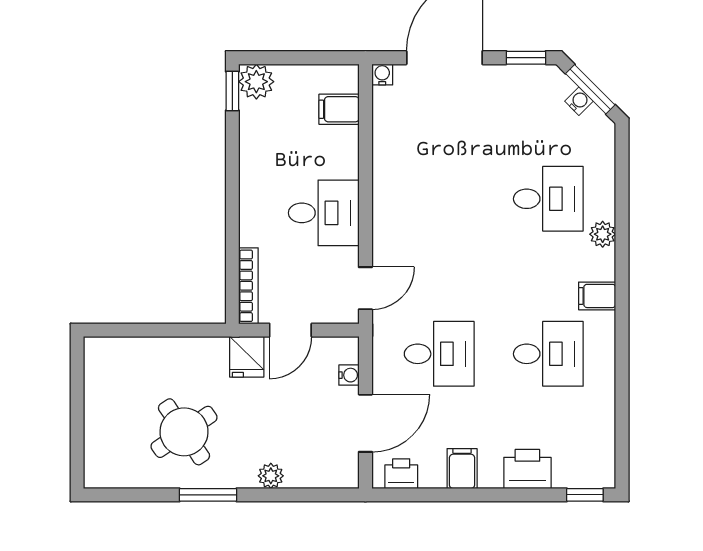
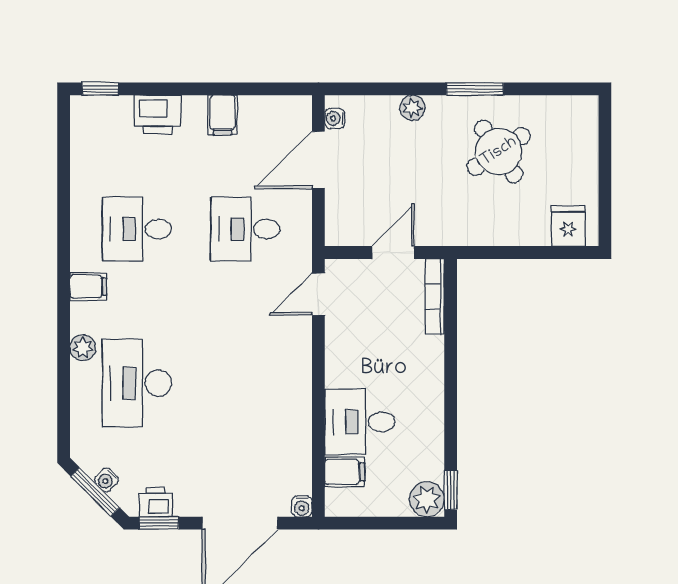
desk: (548, 199) -> (137, 383), width x1.37
desk: (324, 213) -> (360, 422), moved
fridge: (247, 357) -> (568, 226), moved
water cooler: (349, 375) -> (335, 118), moved
printer: (401, 474) -> (156, 502), moved, turned 180

